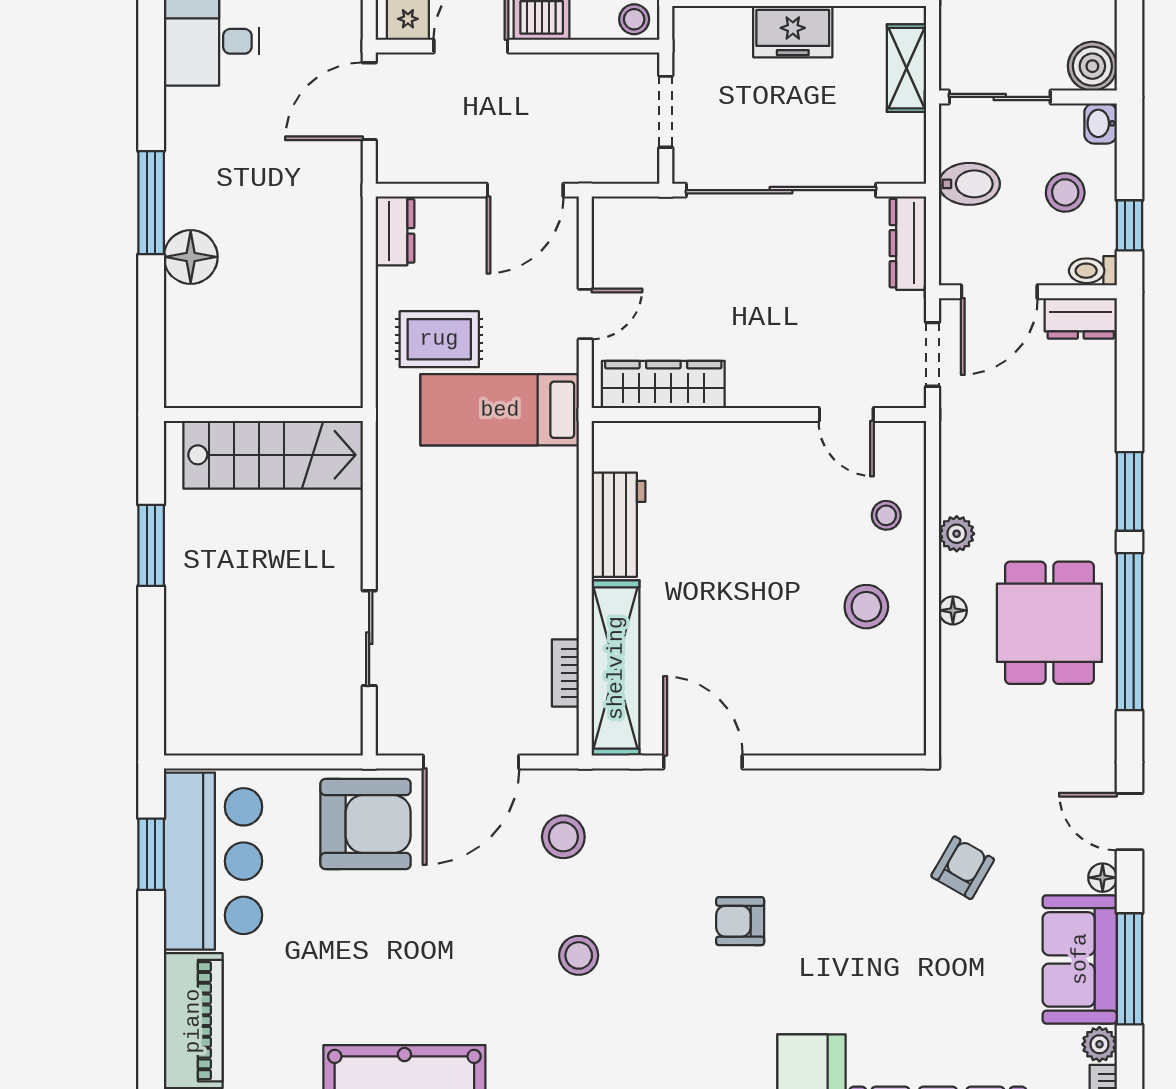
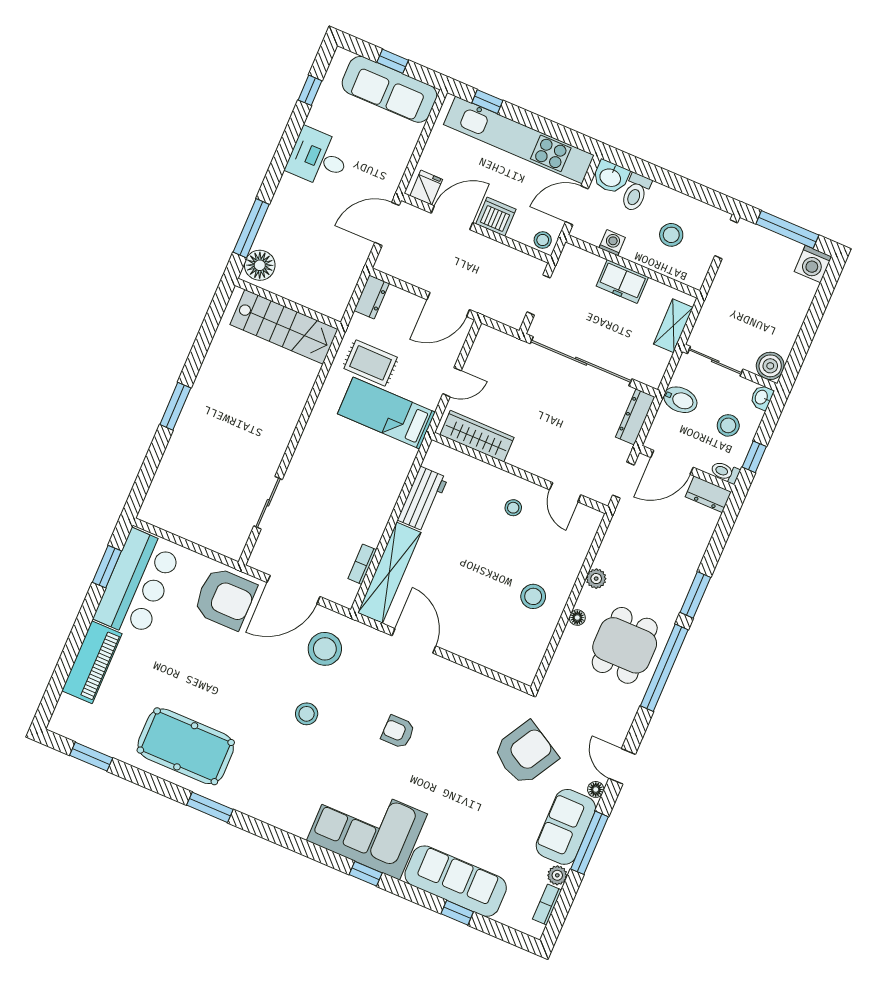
wall: (263, 415) -> (288, 304), moved
stairs: (273, 455) -> (284, 327), moved
stool: (886, 515) -> (513, 508), moved
stool: (563, 837) -> (325, 649), width x1.38, depth x1.38
armchair: (963, 868) -> (525, 753), width x1.88, depth x1.88

